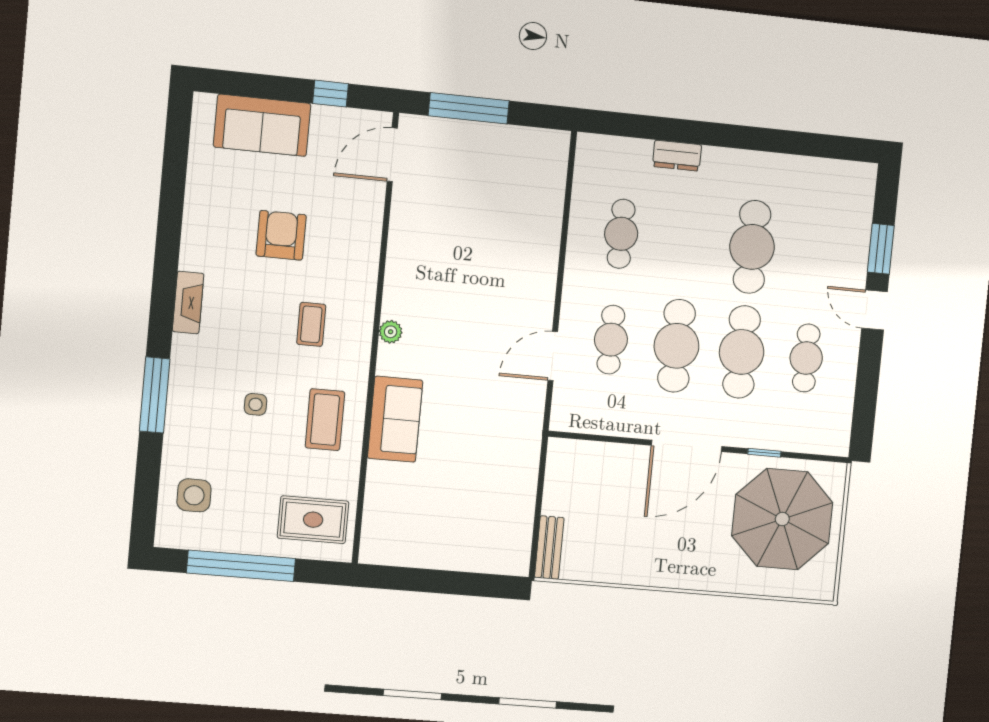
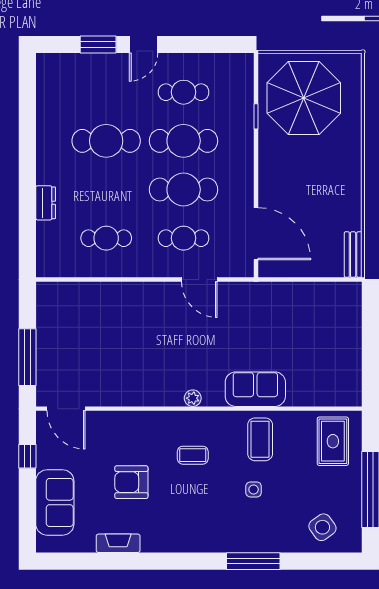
fireplace: (188, 303) -> (118, 543), moved
coffee table: (325, 420) -> (260, 439), turned 90
door: (687, 446) -> (256, 234), moved
side table: (194, 495) -> (322, 527), turned -36
bench: (549, 548) -> (353, 255), moved, turned 90

